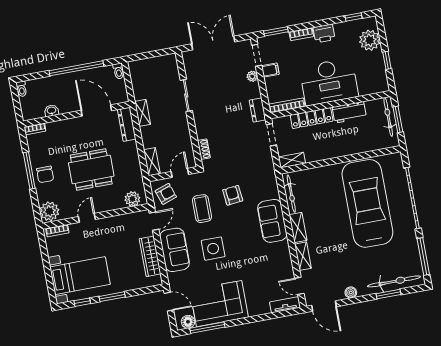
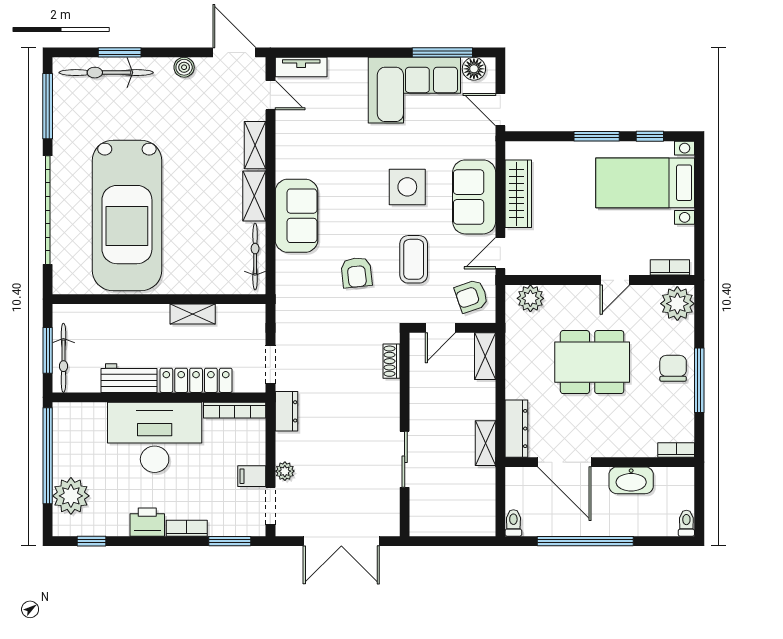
window: (387, 60) -> (48, 456), width x3.17
washbasin: (51, 111) -> (631, 480), width x1.91, depth x1.45
shelving: (292, 160) -> (193, 314), moved

